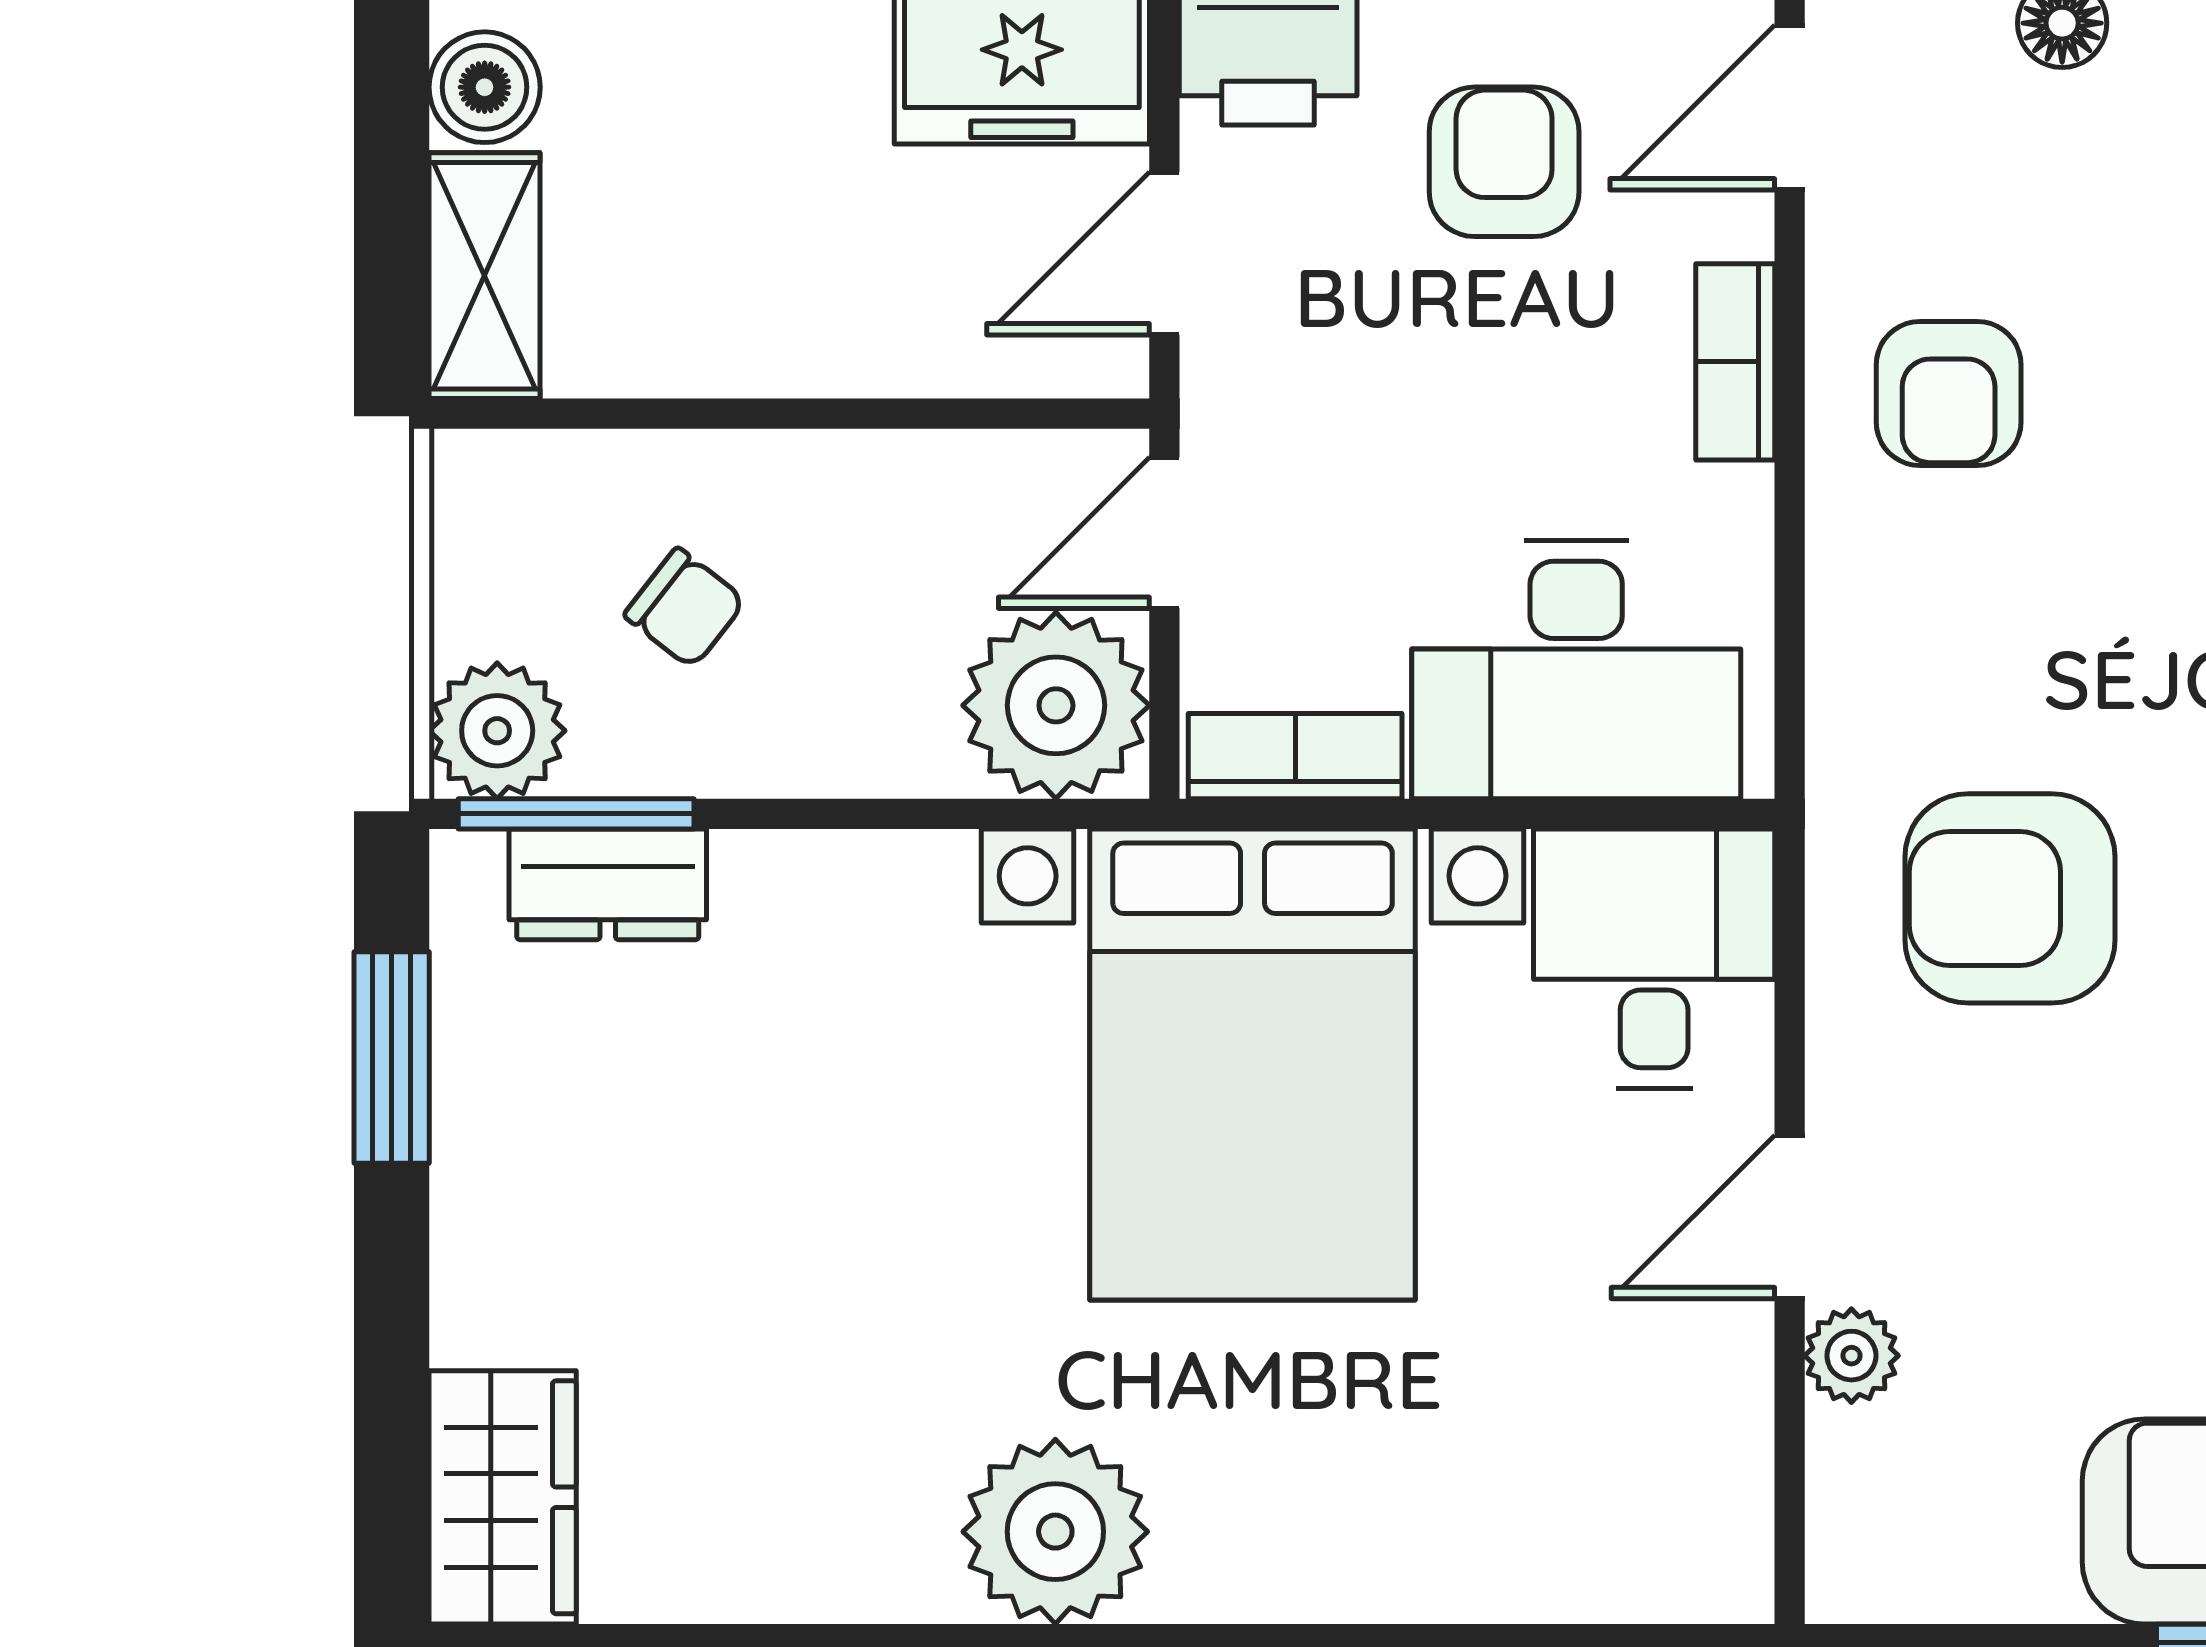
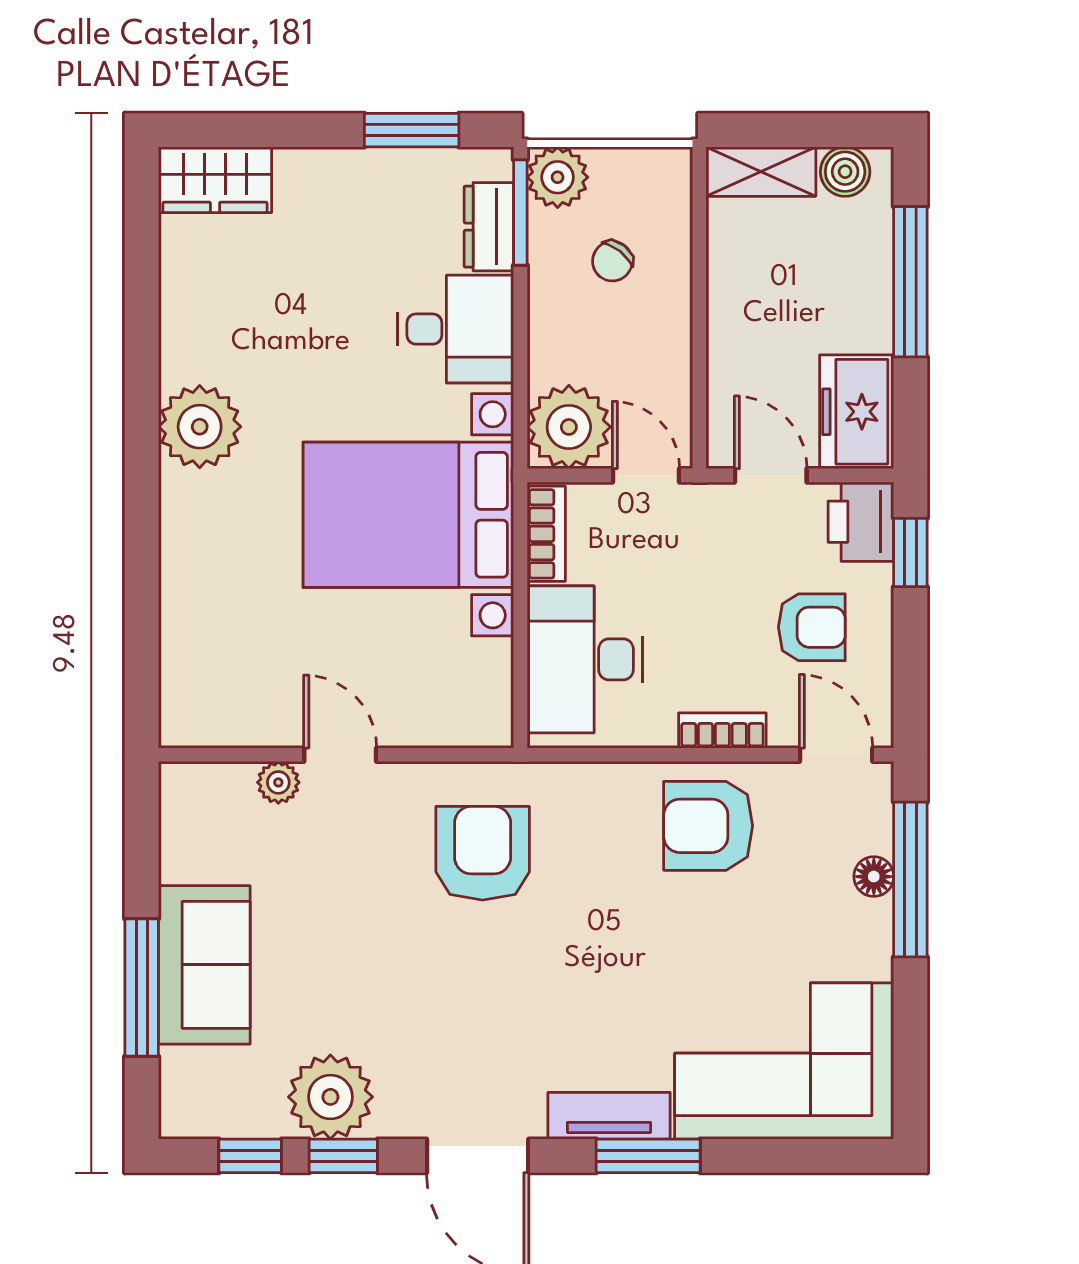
armchair: (1949, 394) -> (708, 826), width x1.38, depth x1.38
desk: (1654, 959) -> (456, 329), moved

